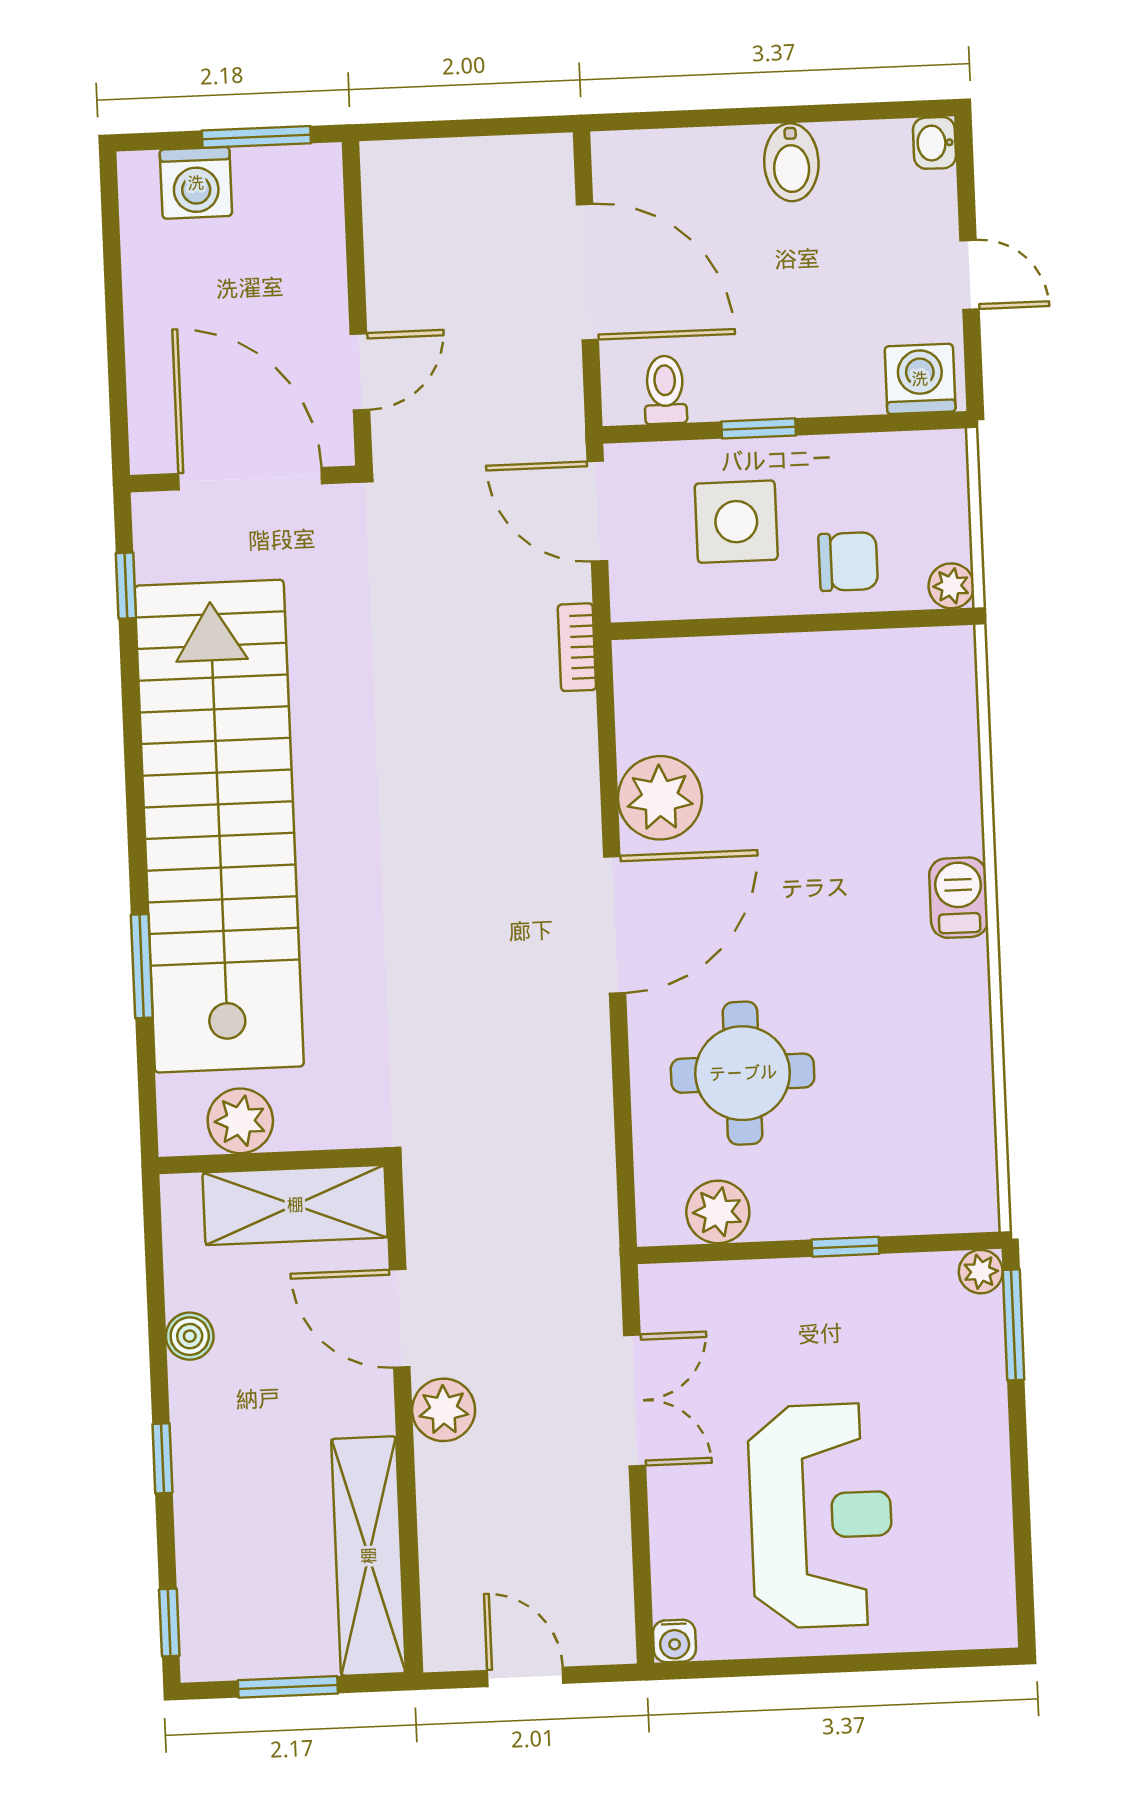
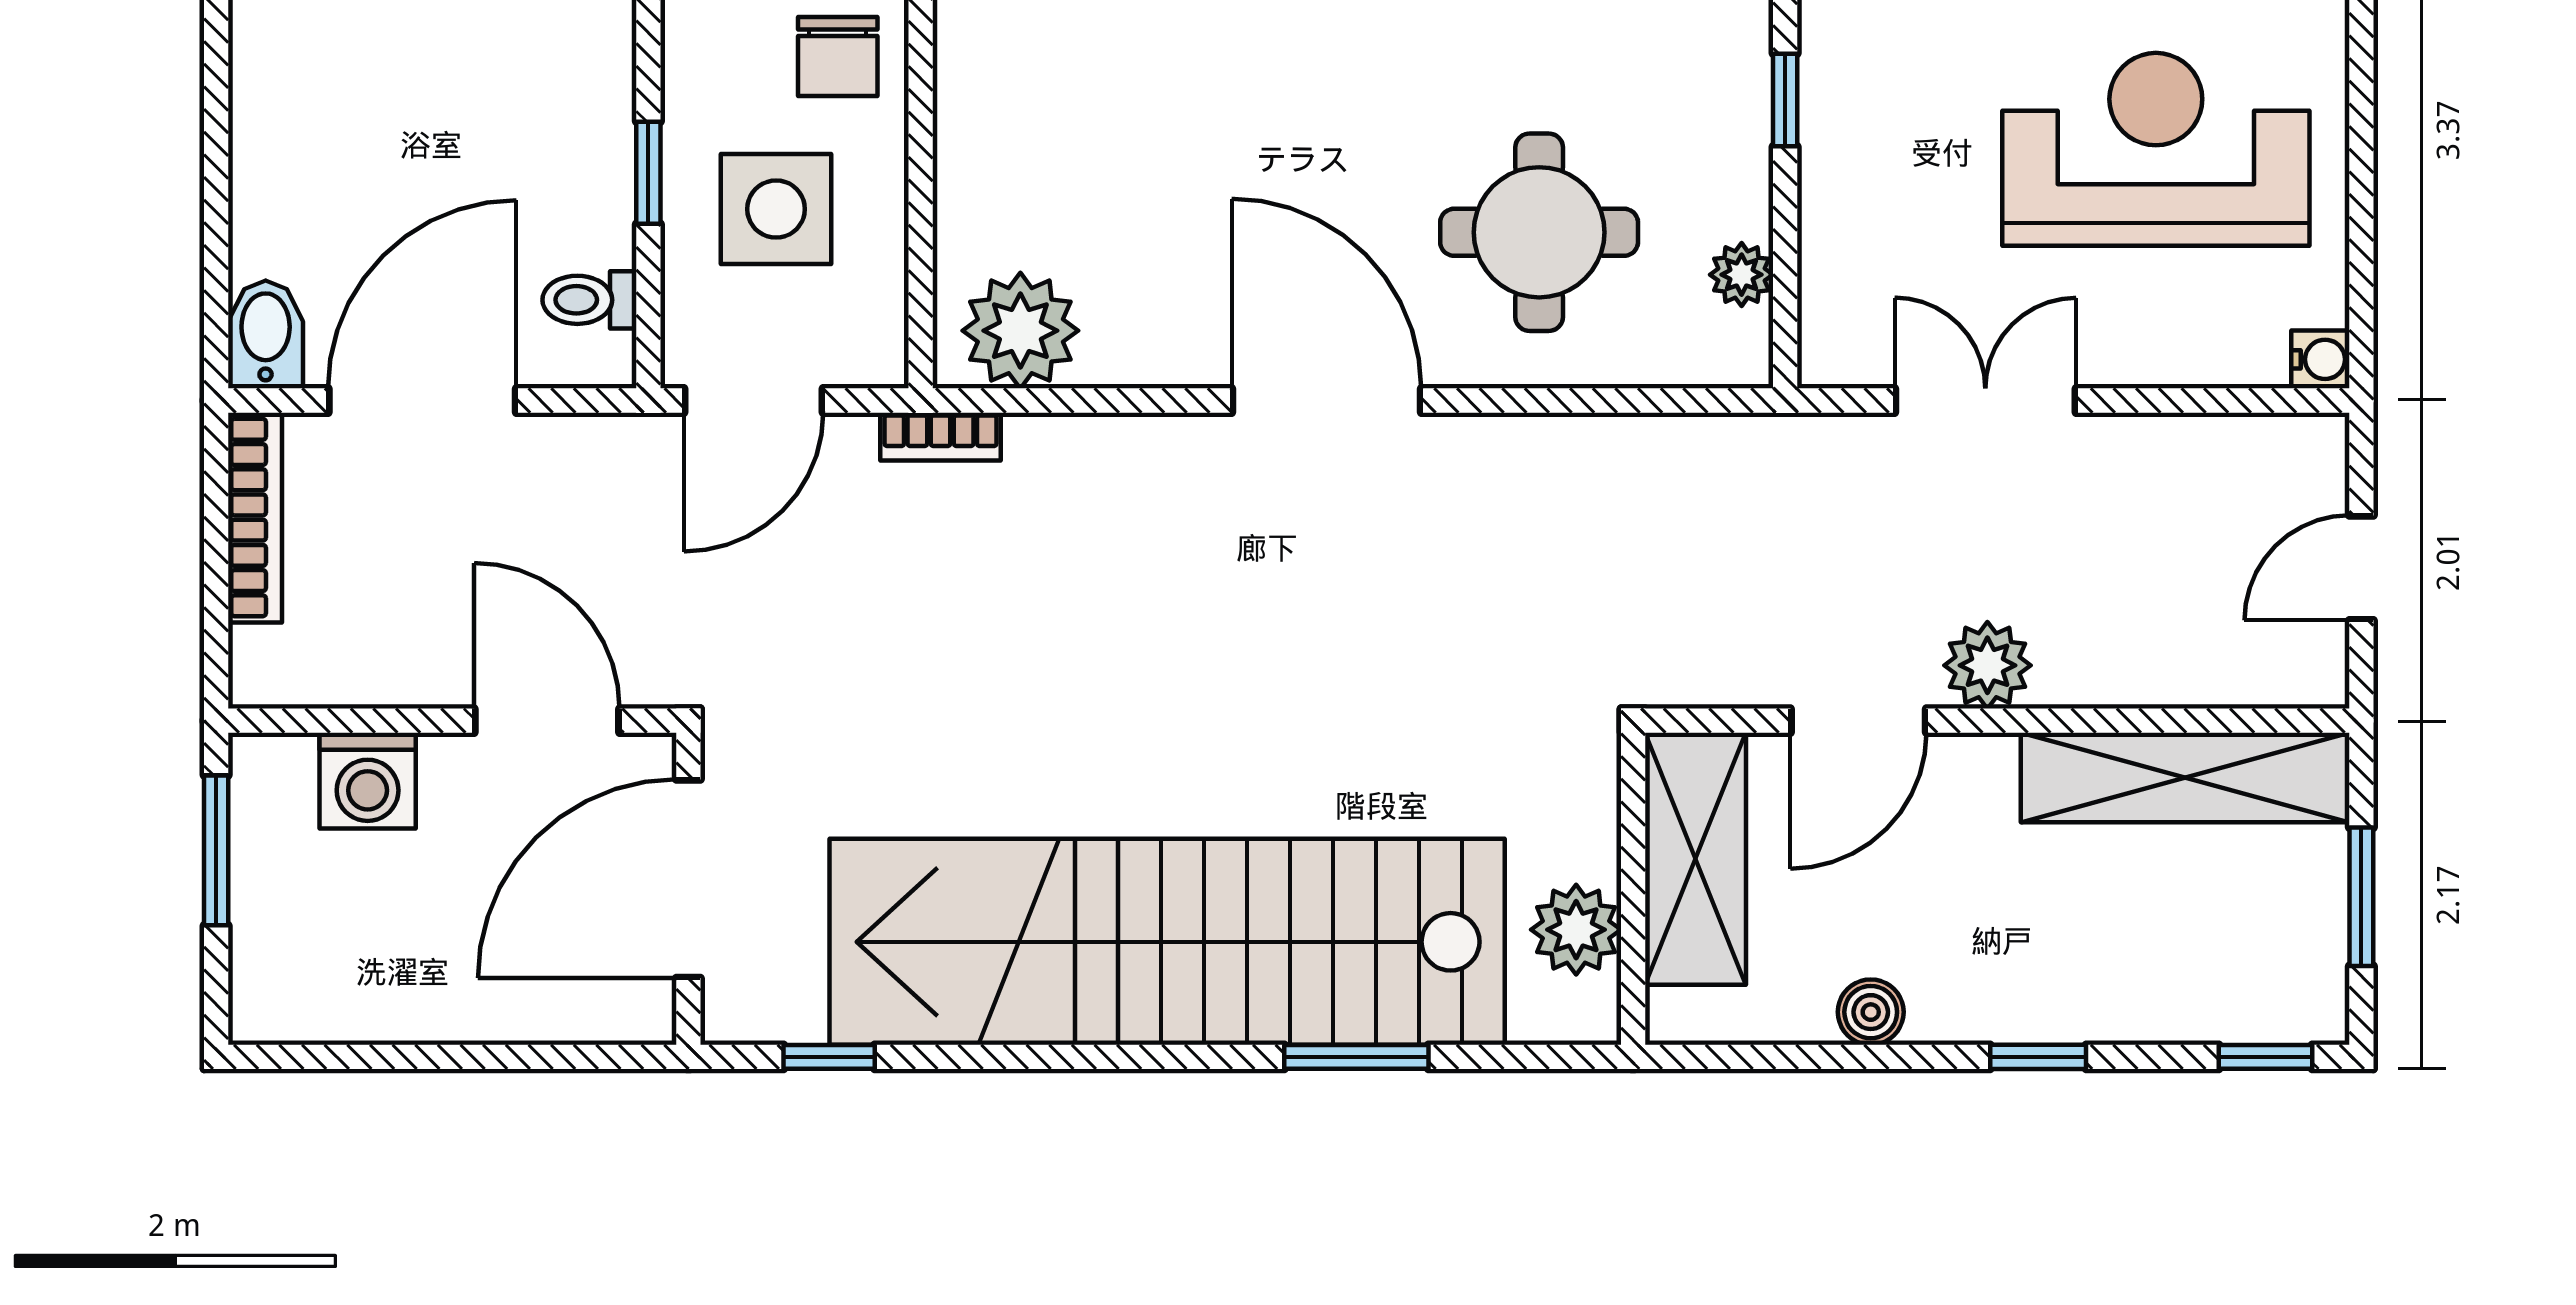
bookcase: (498, 155) -> (255, 518), added
bidet: (791, 162) -> (266, 334), moved, turned -90
washing machine: (196, 183) -> (368, 781), moved, turned 90
door: (360, 372) -> (547, 721), width x1.38
chair: (848, 561) -> (838, 57), turned 180
plant: (660, 798) -> (1020, 331), moved
plant: (718, 1212) -> (1742, 275), width x0.73, depth x0.73

